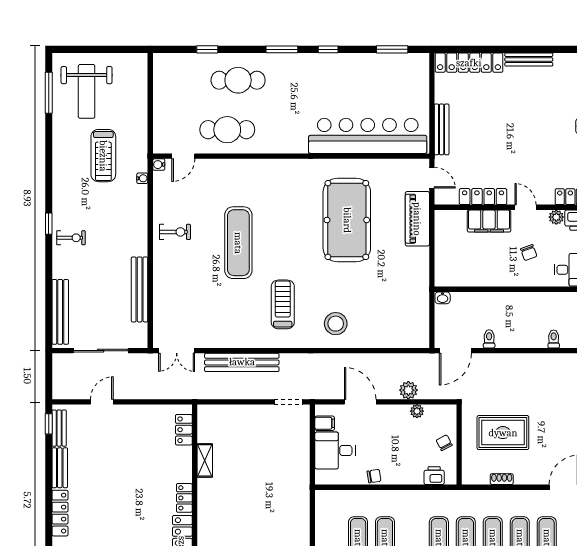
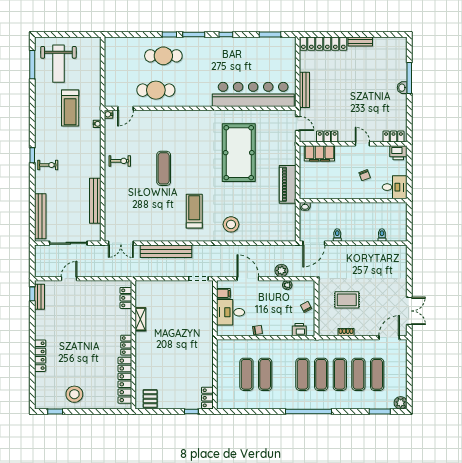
window: (207, 49) -> (169, 35), moved
bench: (529, 59) -> (360, 42), width x0.73
locker: (483, 197) -> (327, 136), width x0.66
plant: (556, 217) -> (384, 151), removed
piano: (417, 219) -> (288, 184), moved
filing cabinet: (489, 221) -> (319, 153), moved
exercise mat: (238, 243) -> (164, 168), width x0.73, depth x0.69
rug: (503, 433) -> (347, 300), width x0.73, depth x0.70
bench: (60, 468) -> (40, 324), removed

